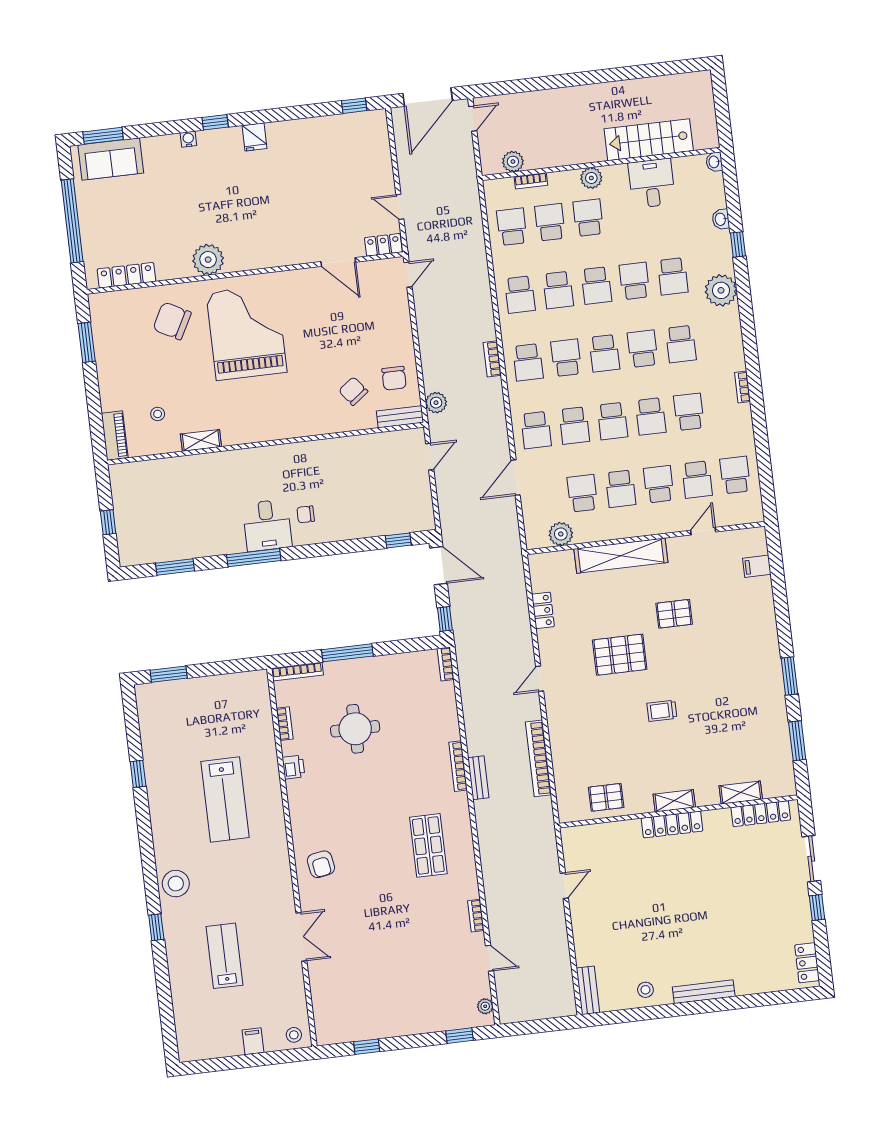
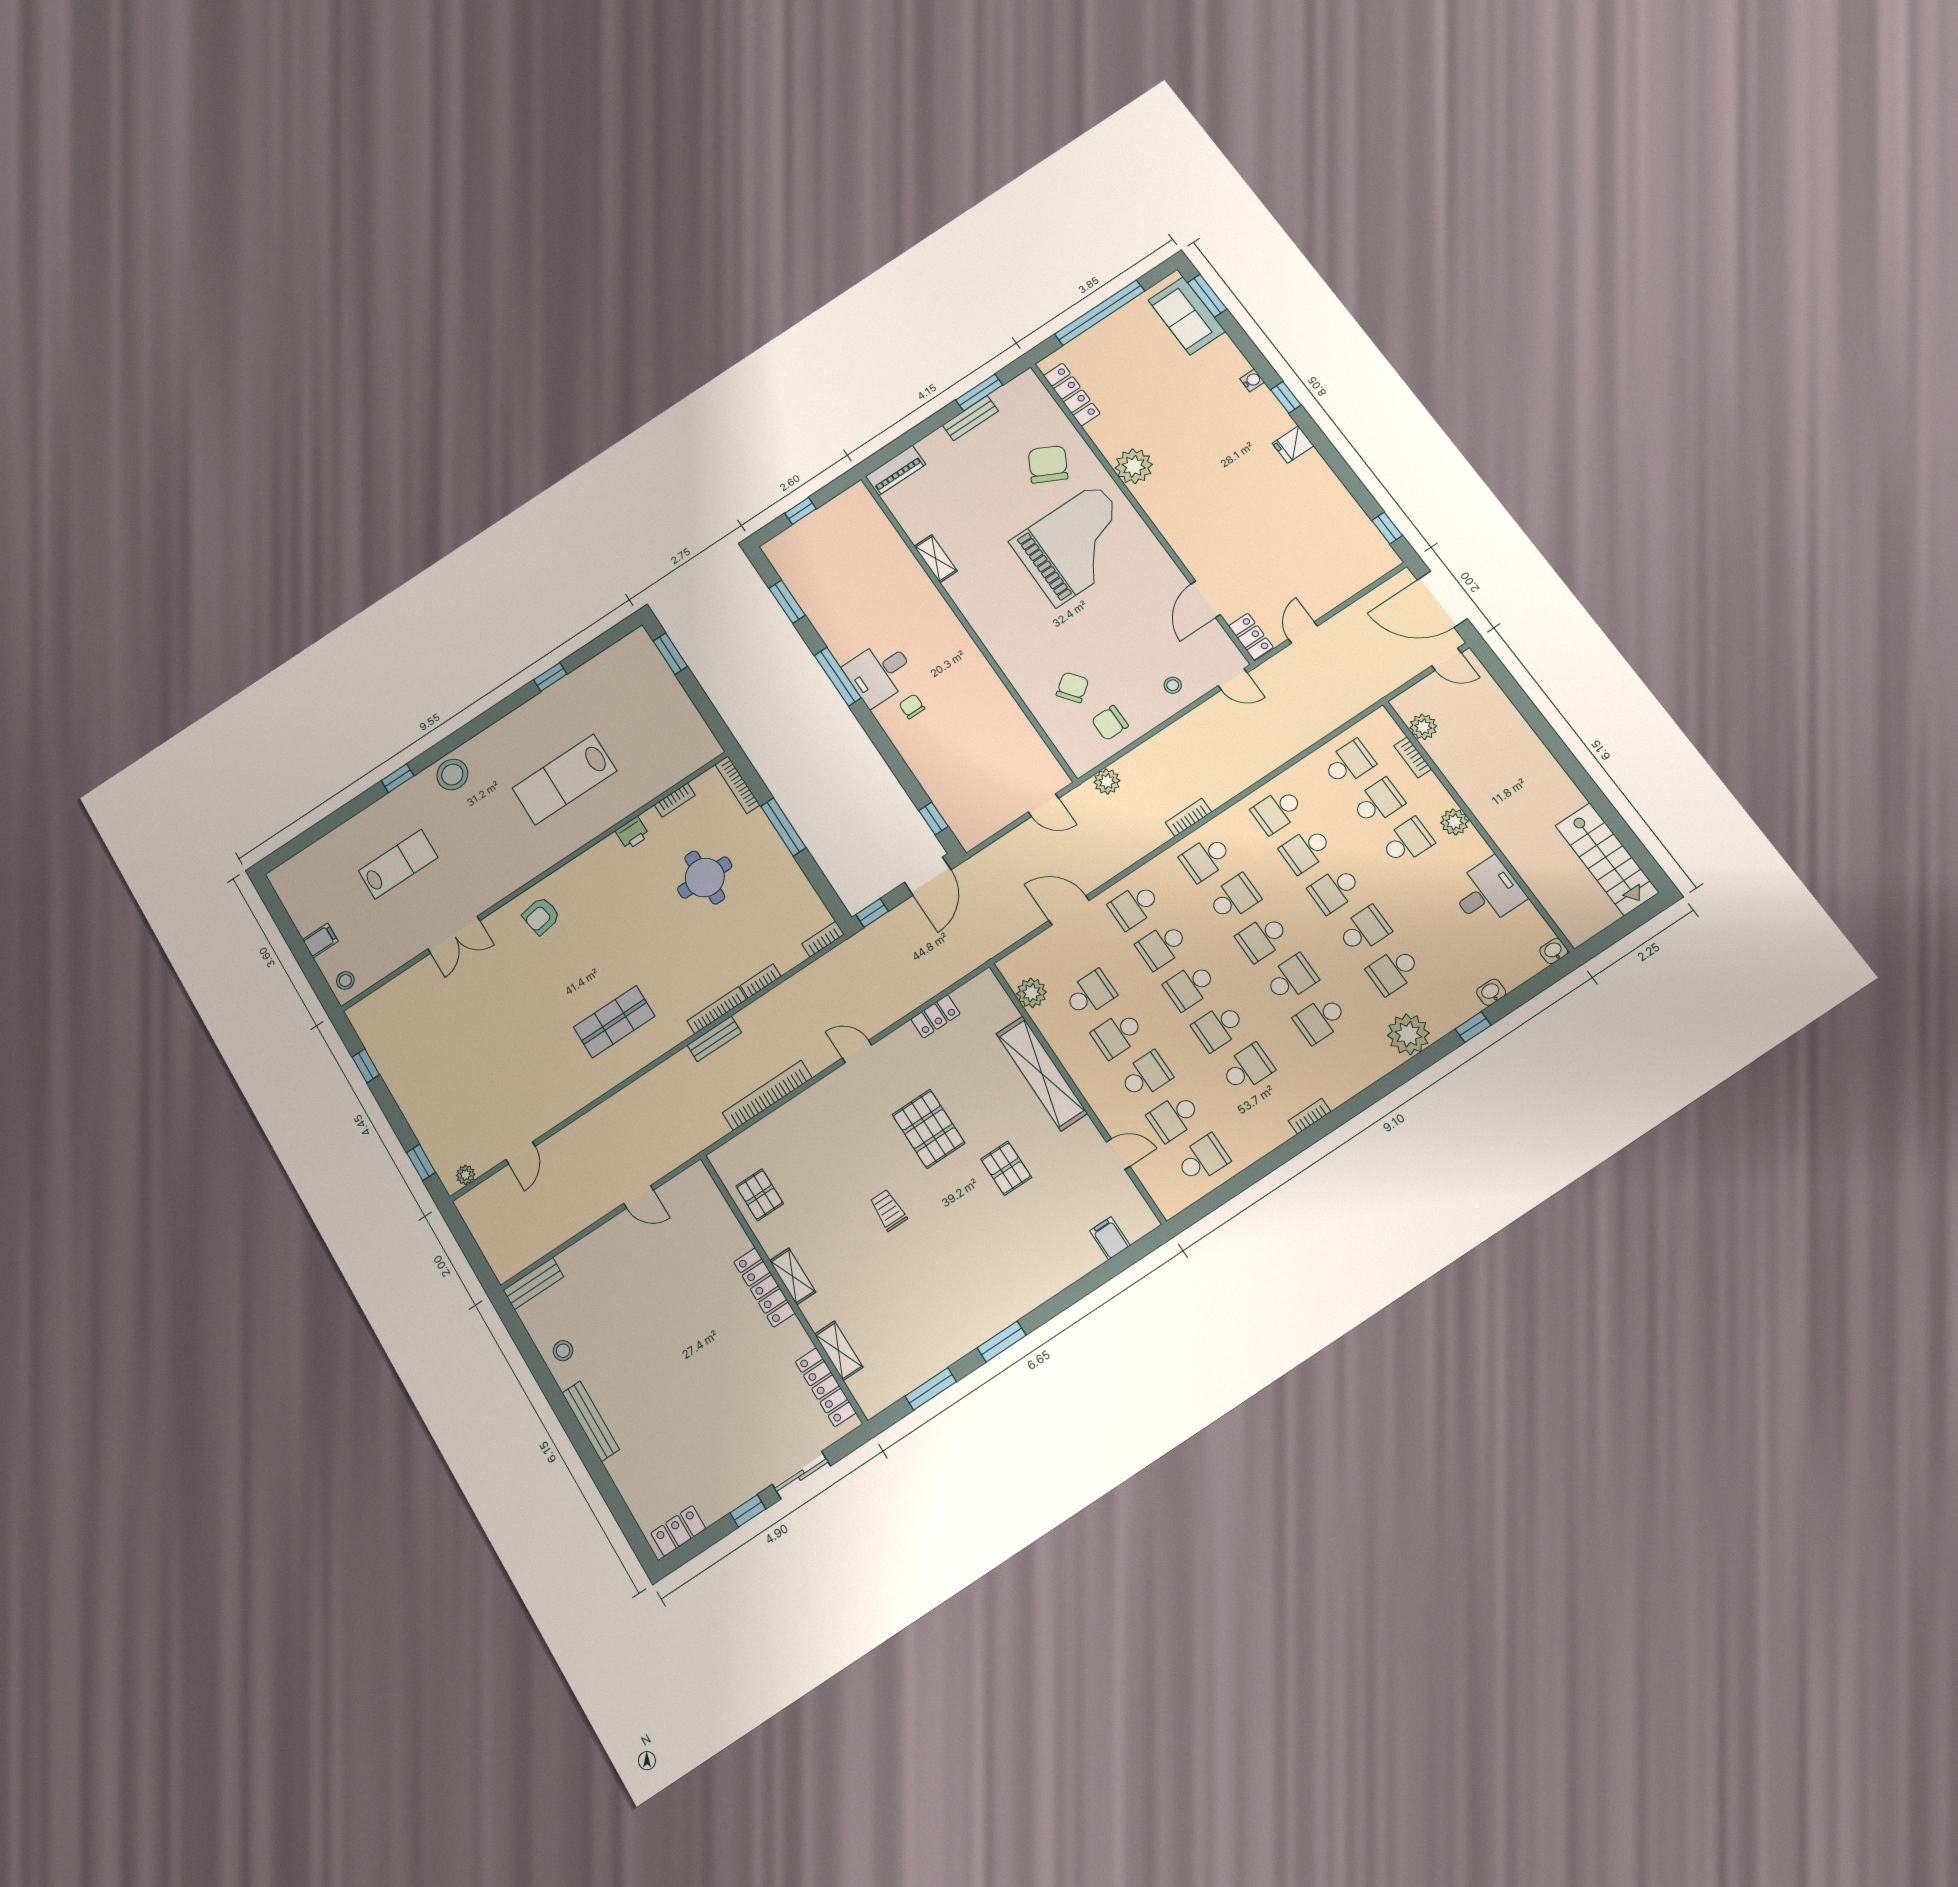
stairs: (649, 140) -> (1607, 859), moved, turned 180
stool: (158, 414) -> (1173, 685), moved
bench: (400, 417) -> (970, 418), moved, turned 90
bookcase: (476, 916) -> (761, 981), moved

